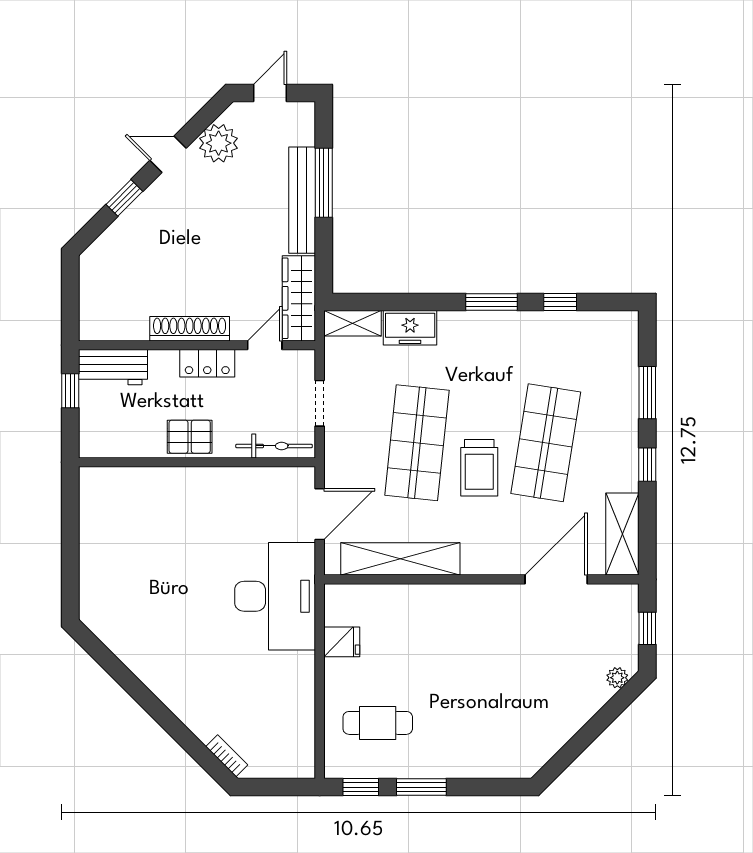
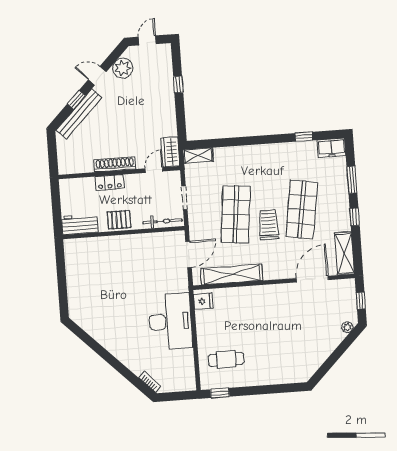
window: (324, 183) -> (178, 84), width x0.46
bench: (302, 200) -> (79, 114), moved, turned 45
wardrobe: (299, 298) -> (170, 152), width x0.67
window: (491, 302) -> (269, 139), removed
freezer: (410, 328) -> (331, 148), moved
locker: (207, 363) -> (110, 183), moved
workbench: (113, 367) -> (80, 224), moved, turned 180
window: (70, 391) -> (56, 201), removed
trolley: (479, 468) -> (269, 225), turned 180
desk: (275, 596) -> (170, 321), moved
fridge: (342, 642) -> (203, 301), moved
window: (421, 787) -> (251, 391), removed

